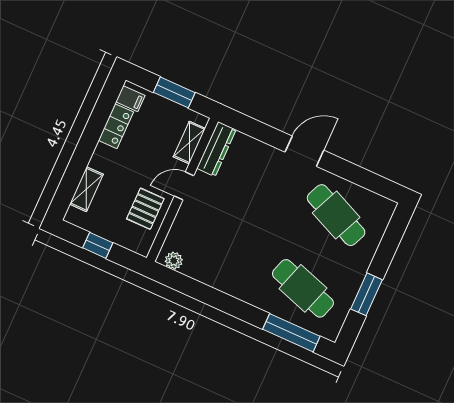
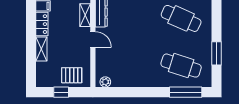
door: (184, 186) -> (93, 40), swing flipped
shelving: (86, 189) -> (41, 49), moved
pallet: (145, 209) -> (72, 75), moved, turned 90

